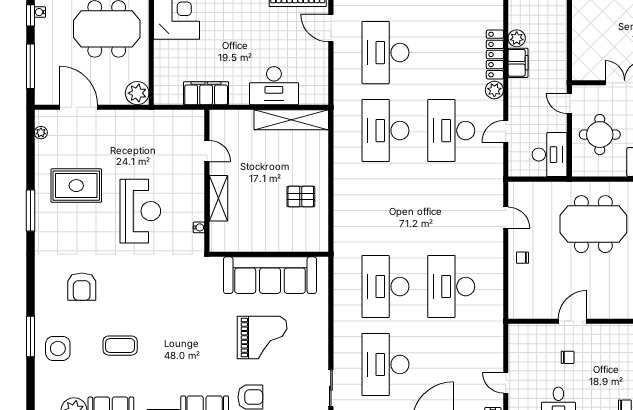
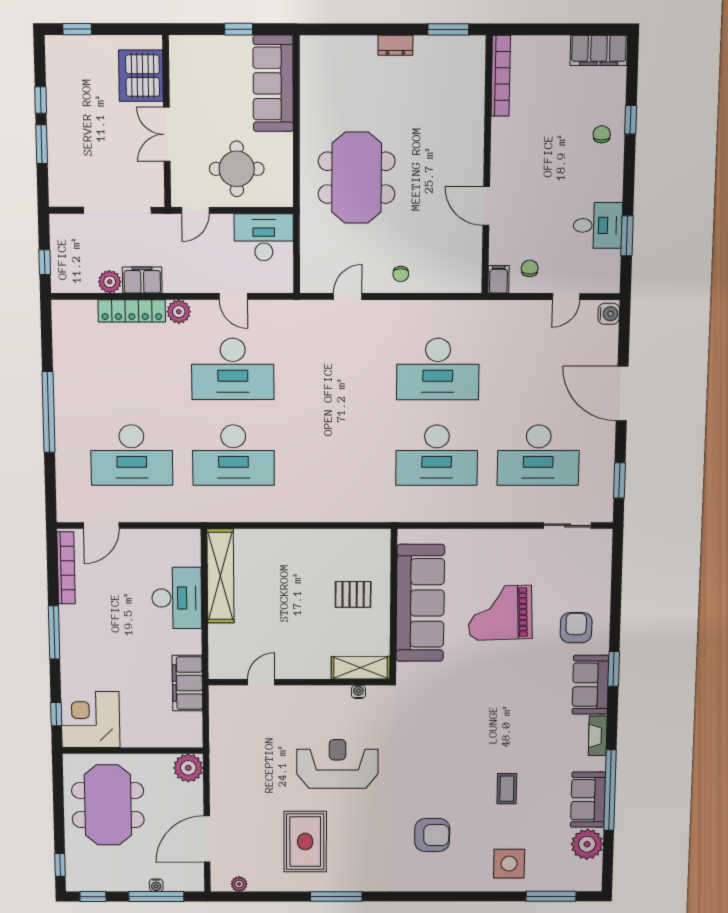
water cooler: (40, 12) -> (156, 885), moved
doorway: (569, 45) -> (117, 210), added
pallet: (301, 197) -> (353, 594), moved, turned 90
shelving: (218, 198) -> (361, 668), moved
filing cabinet: (519, 331) -> (499, 279), added
window: (30, 336) -> (551, 896), moved
grand piano: (262, 338) -> (500, 613), turned -92
coffee table: (120, 346) -> (507, 789), width x0.73, depth x0.77
chair: (568, 357) -> (530, 268), moved

